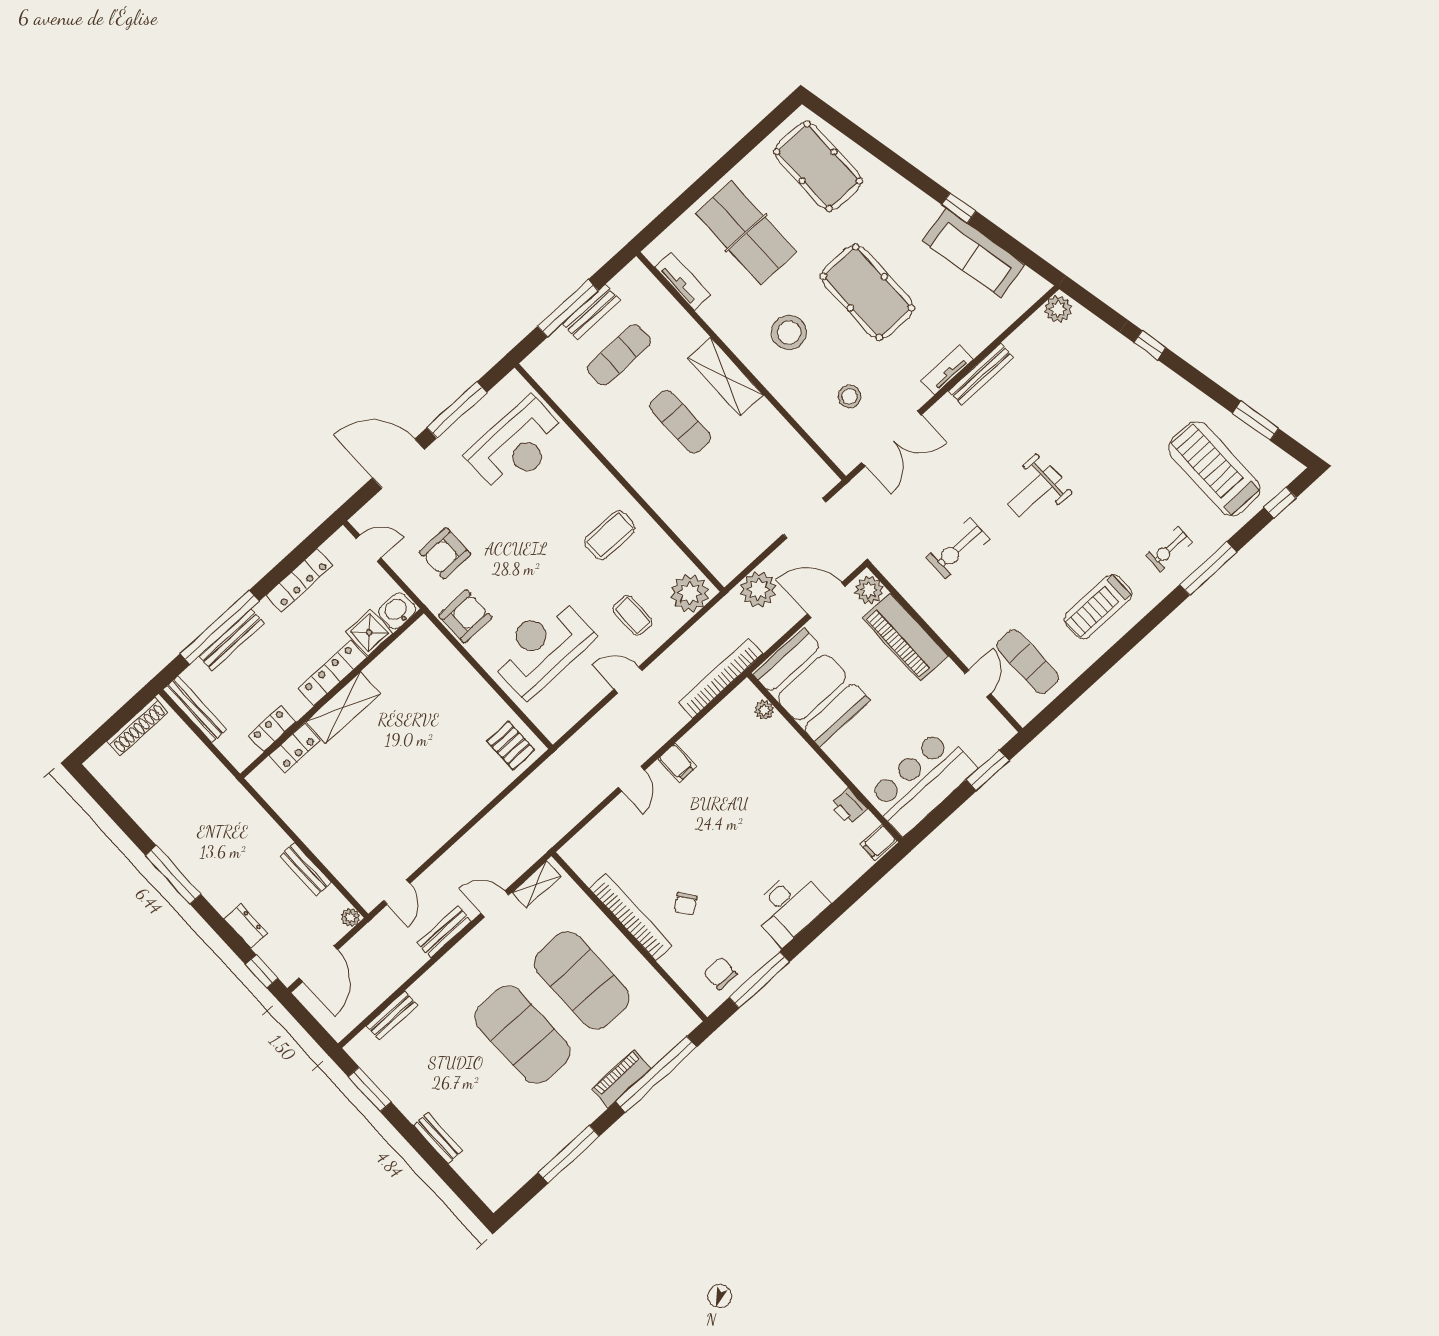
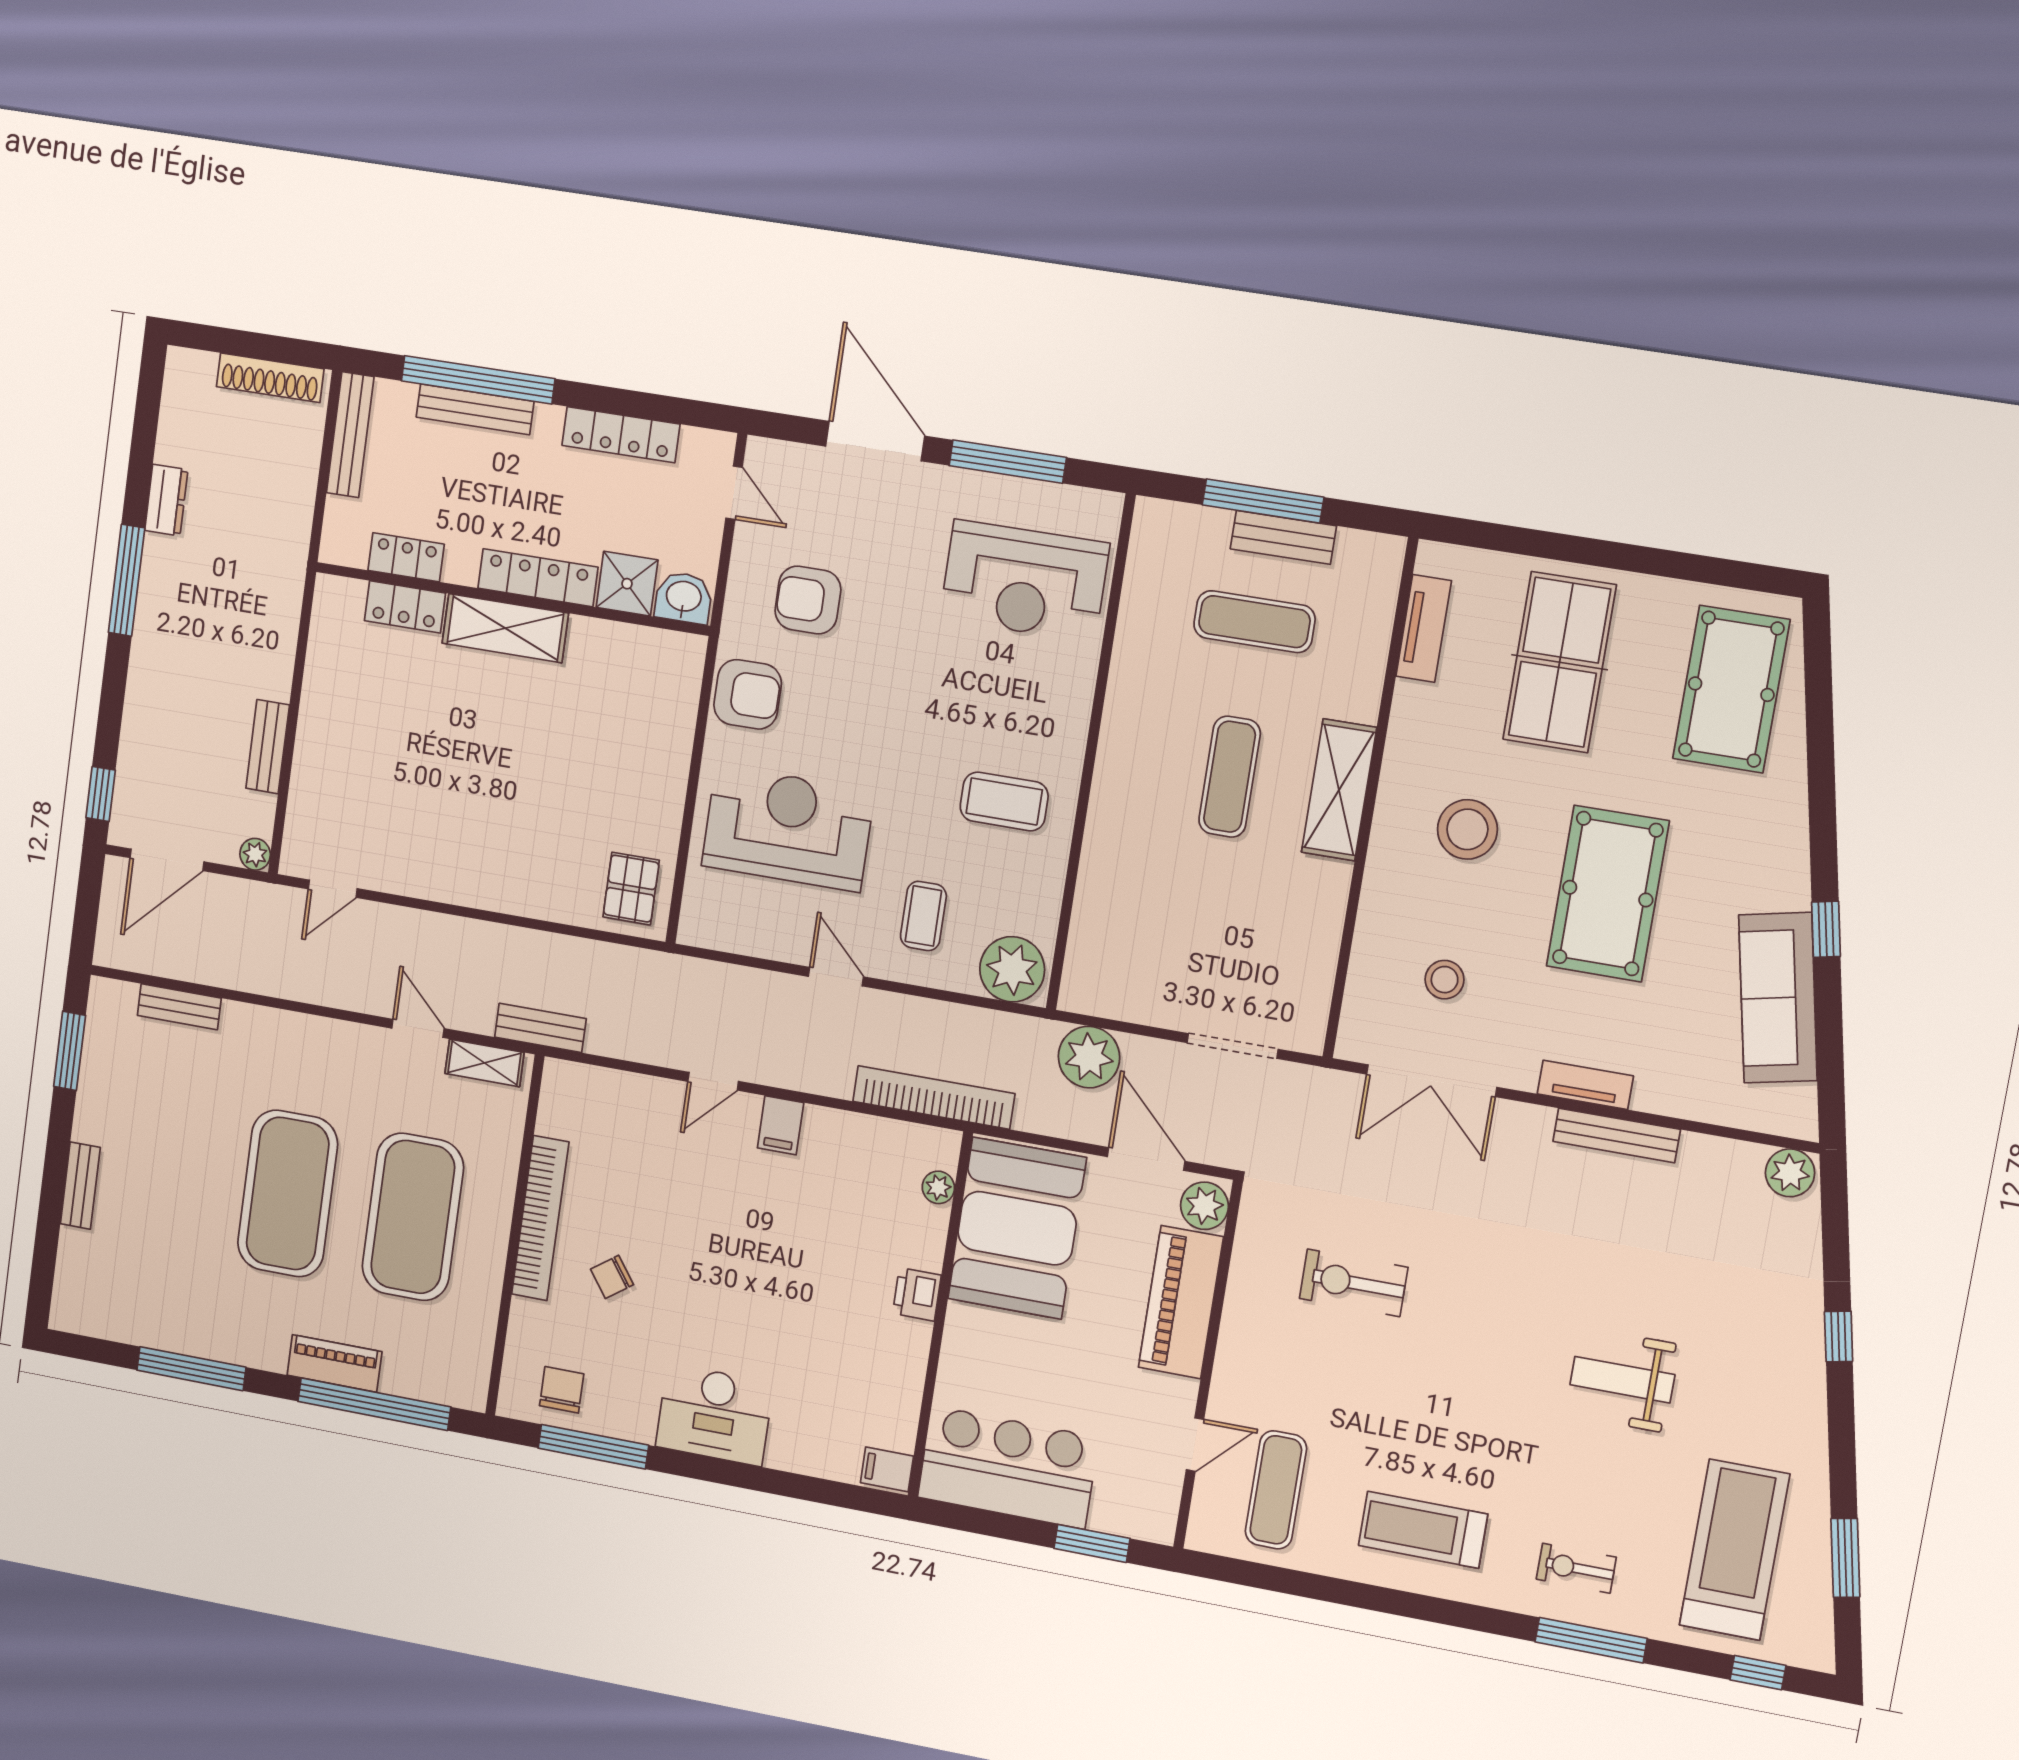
weight bench: (1035, 491) -> (1622, 1380), moved
printer: (848, 807) -> (917, 1294), moved
dresser: (246, 926) -> (166, 500), moved
bench: (444, 932) -> (540, 1028), moved

